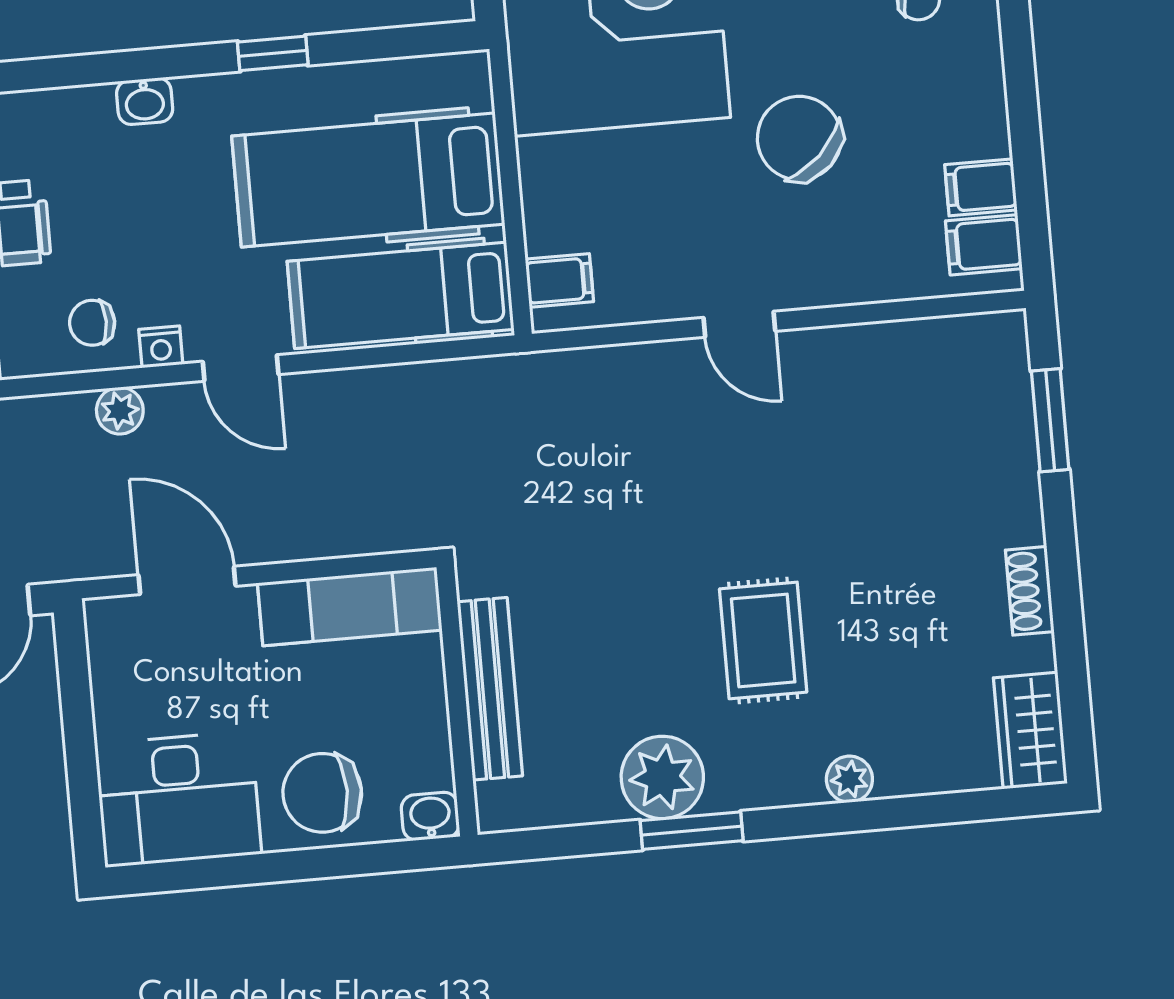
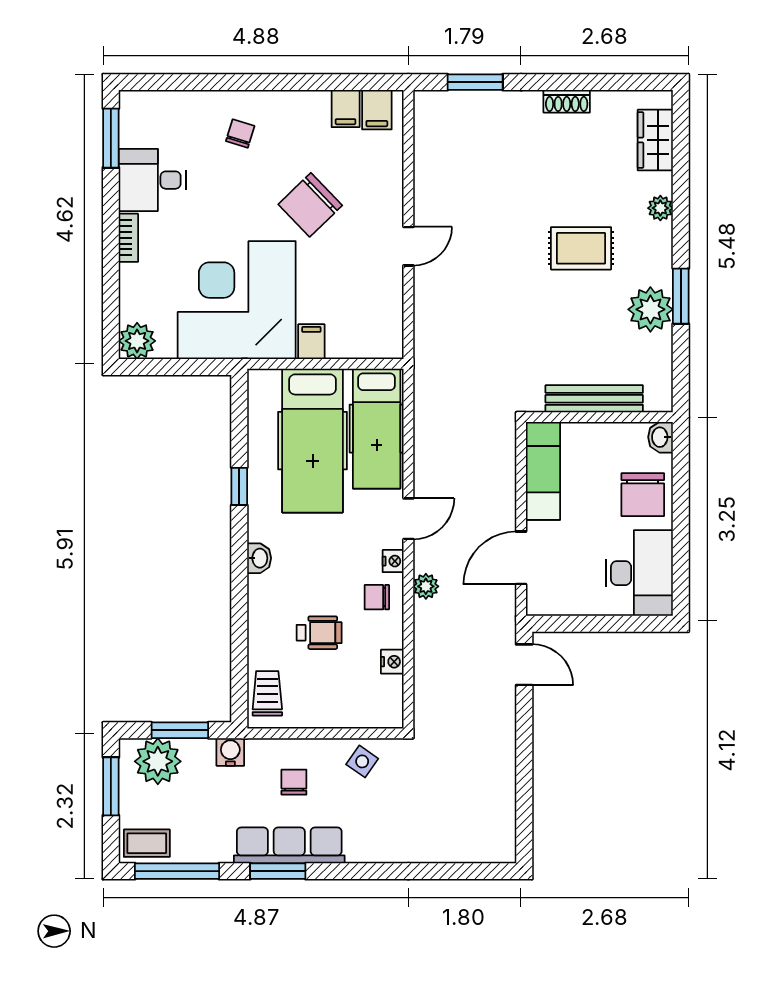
filing cabinet: (559, 280) -> (311, 342), moved
chair: (92, 323) -> (377, 597), turned 90
wardrobe: (1030, 731) -> (655, 140), moved, turned 90

